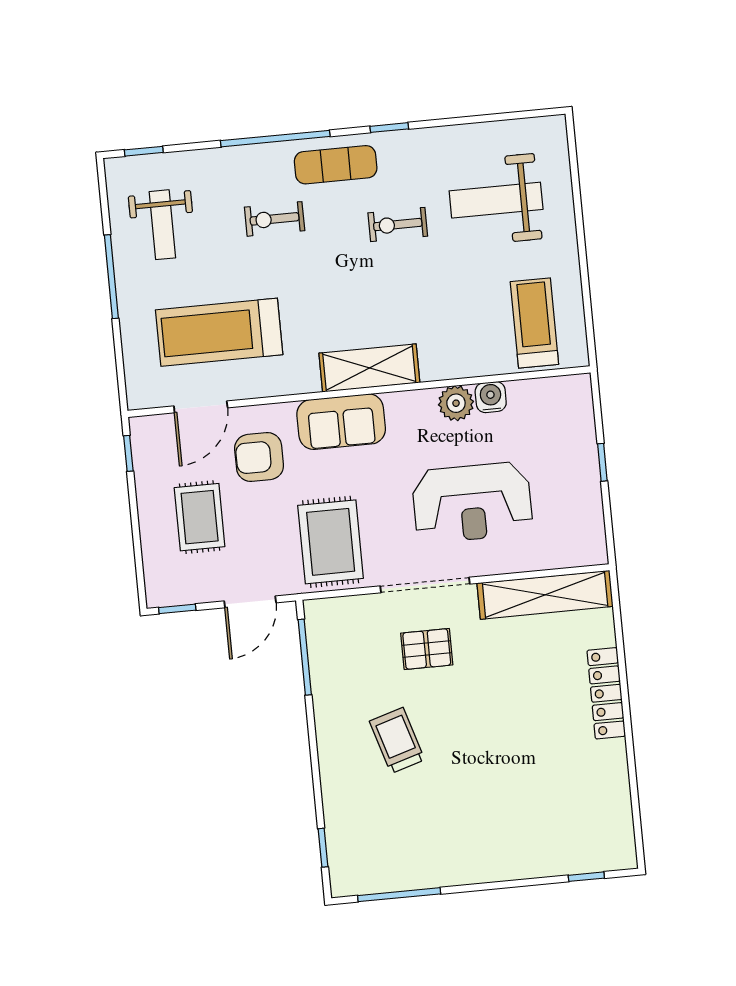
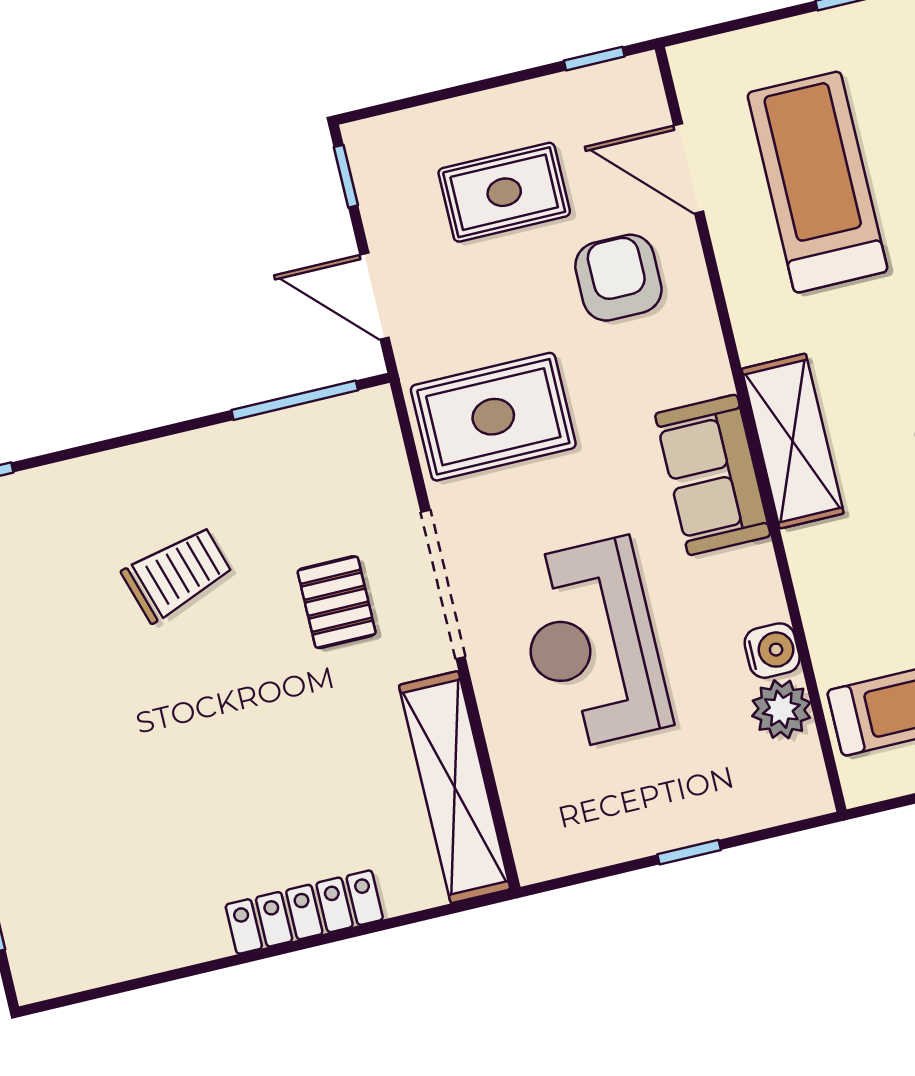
plant: (456, 403) -> (781, 709), moved
sofa: (341, 422) -> (713, 475), moved

